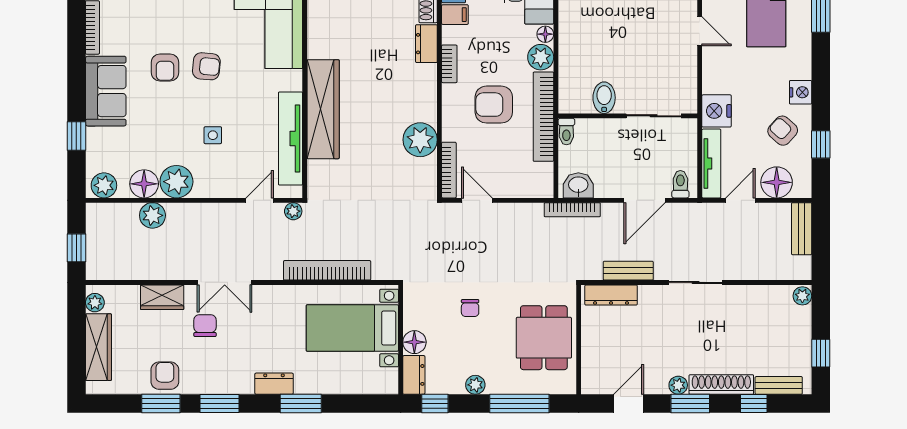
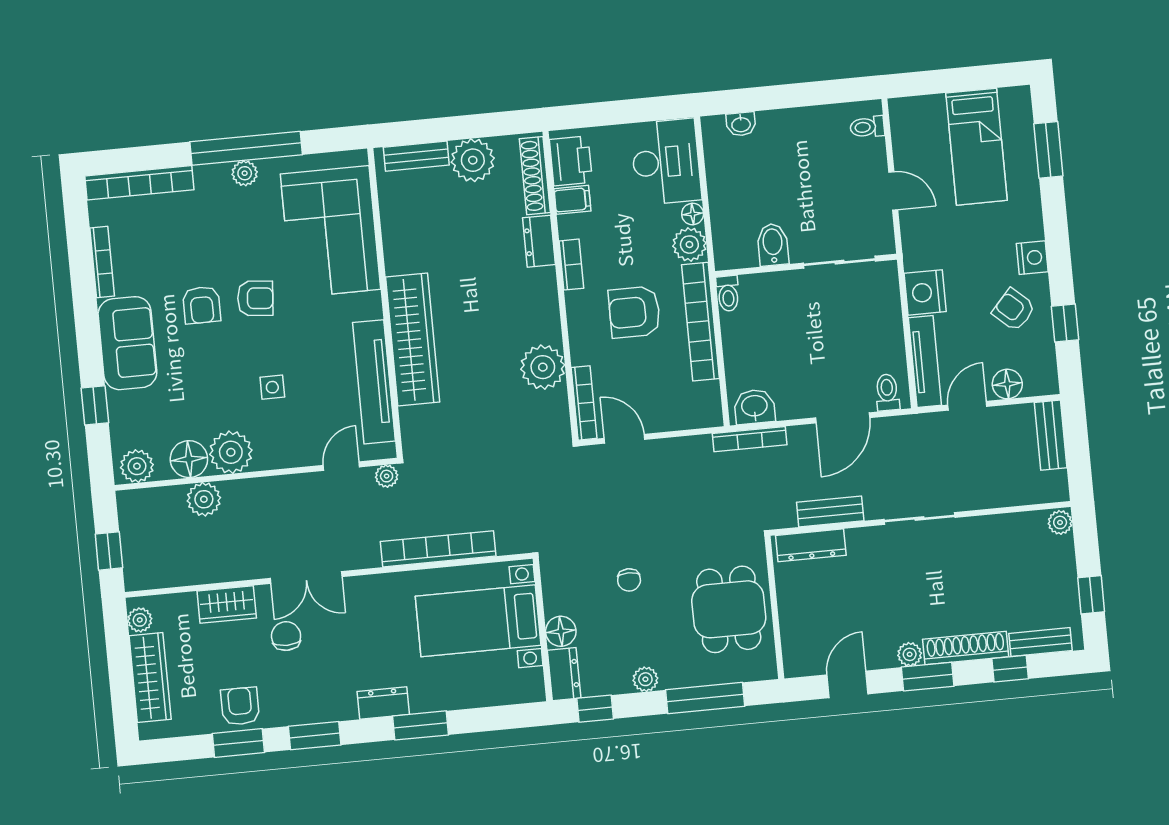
bidet: (604, 98) -> (773, 245), moved
wall: (628, 116) -> (806, 265), moved
sliding door: (654, 116) -> (840, 262), moved
toilet: (566, 132) -> (728, 293), moved
floor lamp: (777, 182) -> (1007, 384), width x0.73, depth x0.73

